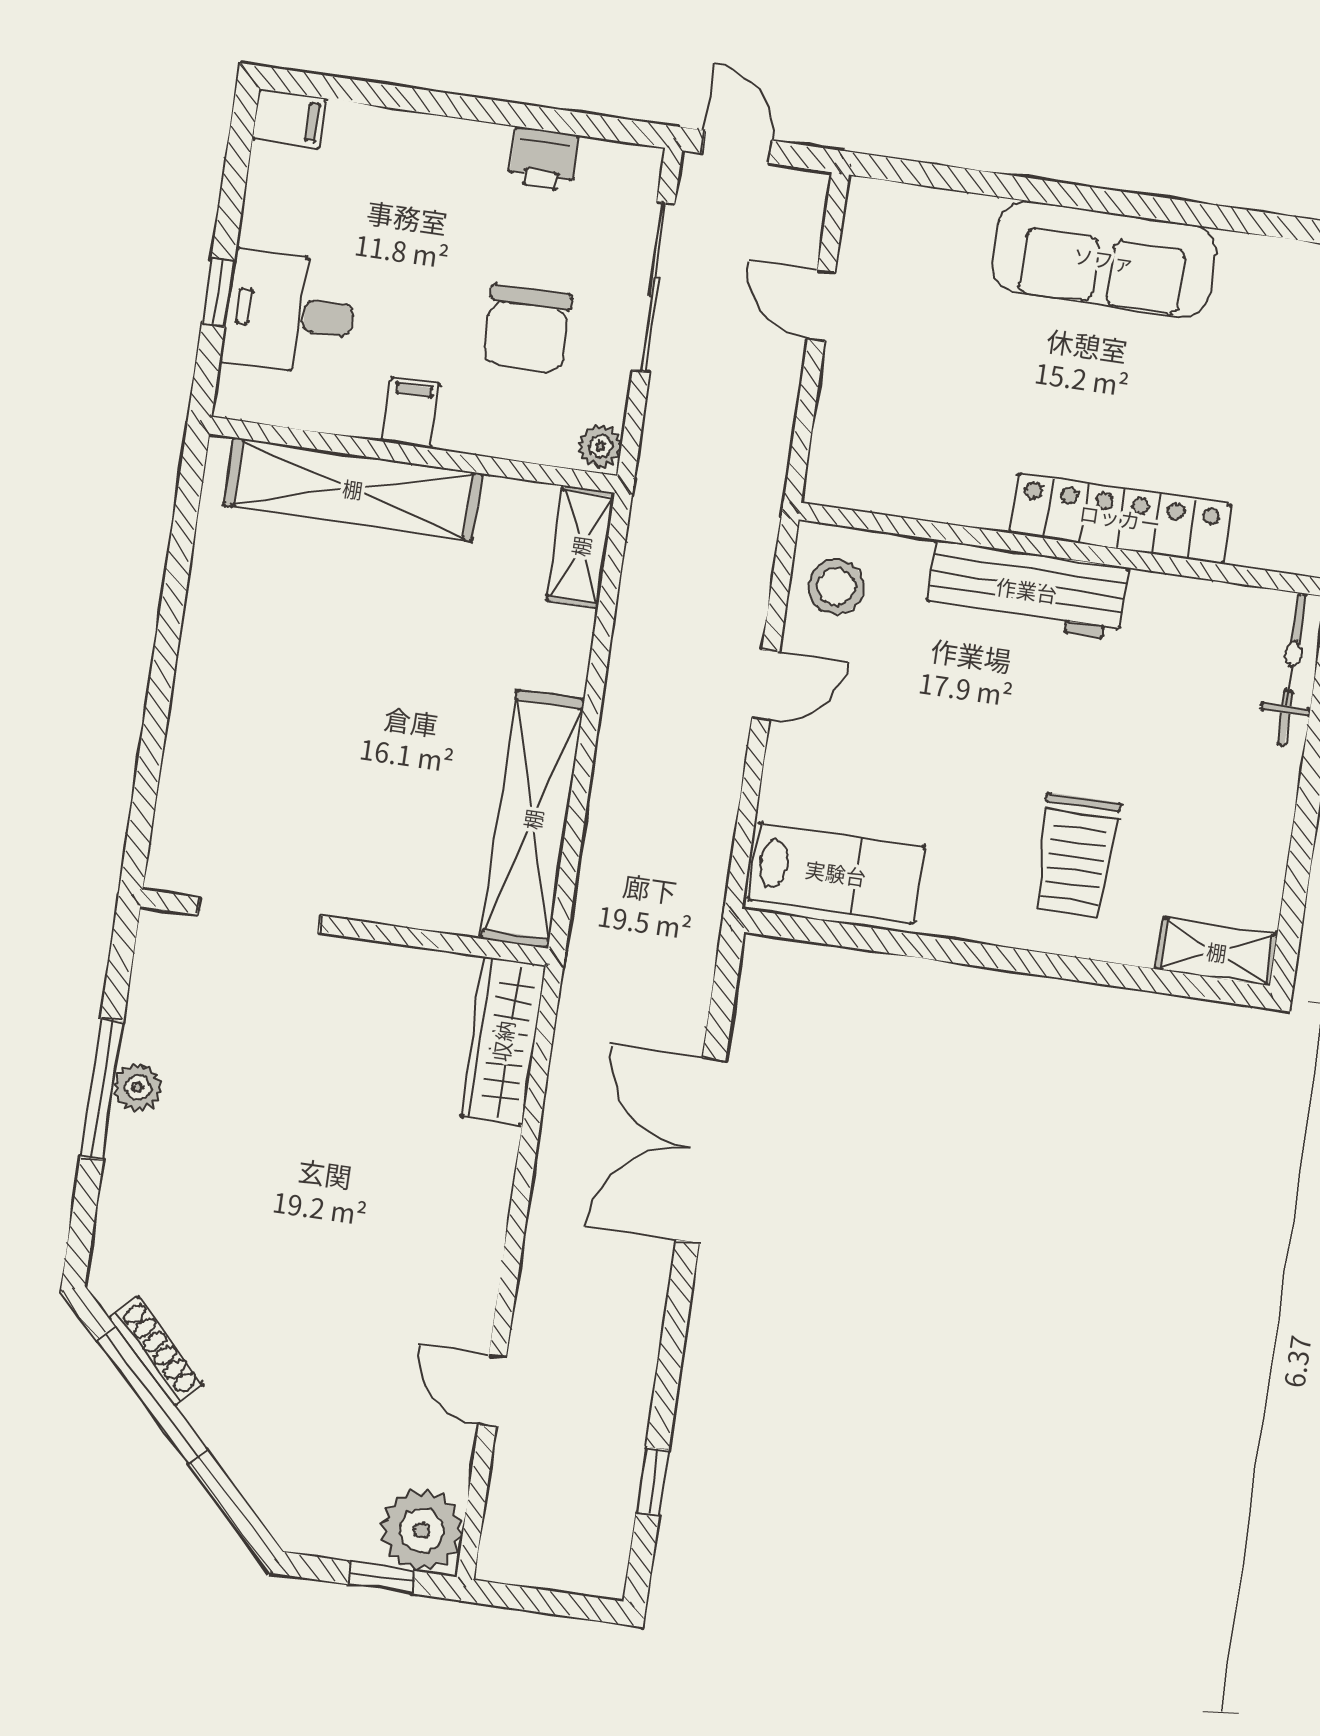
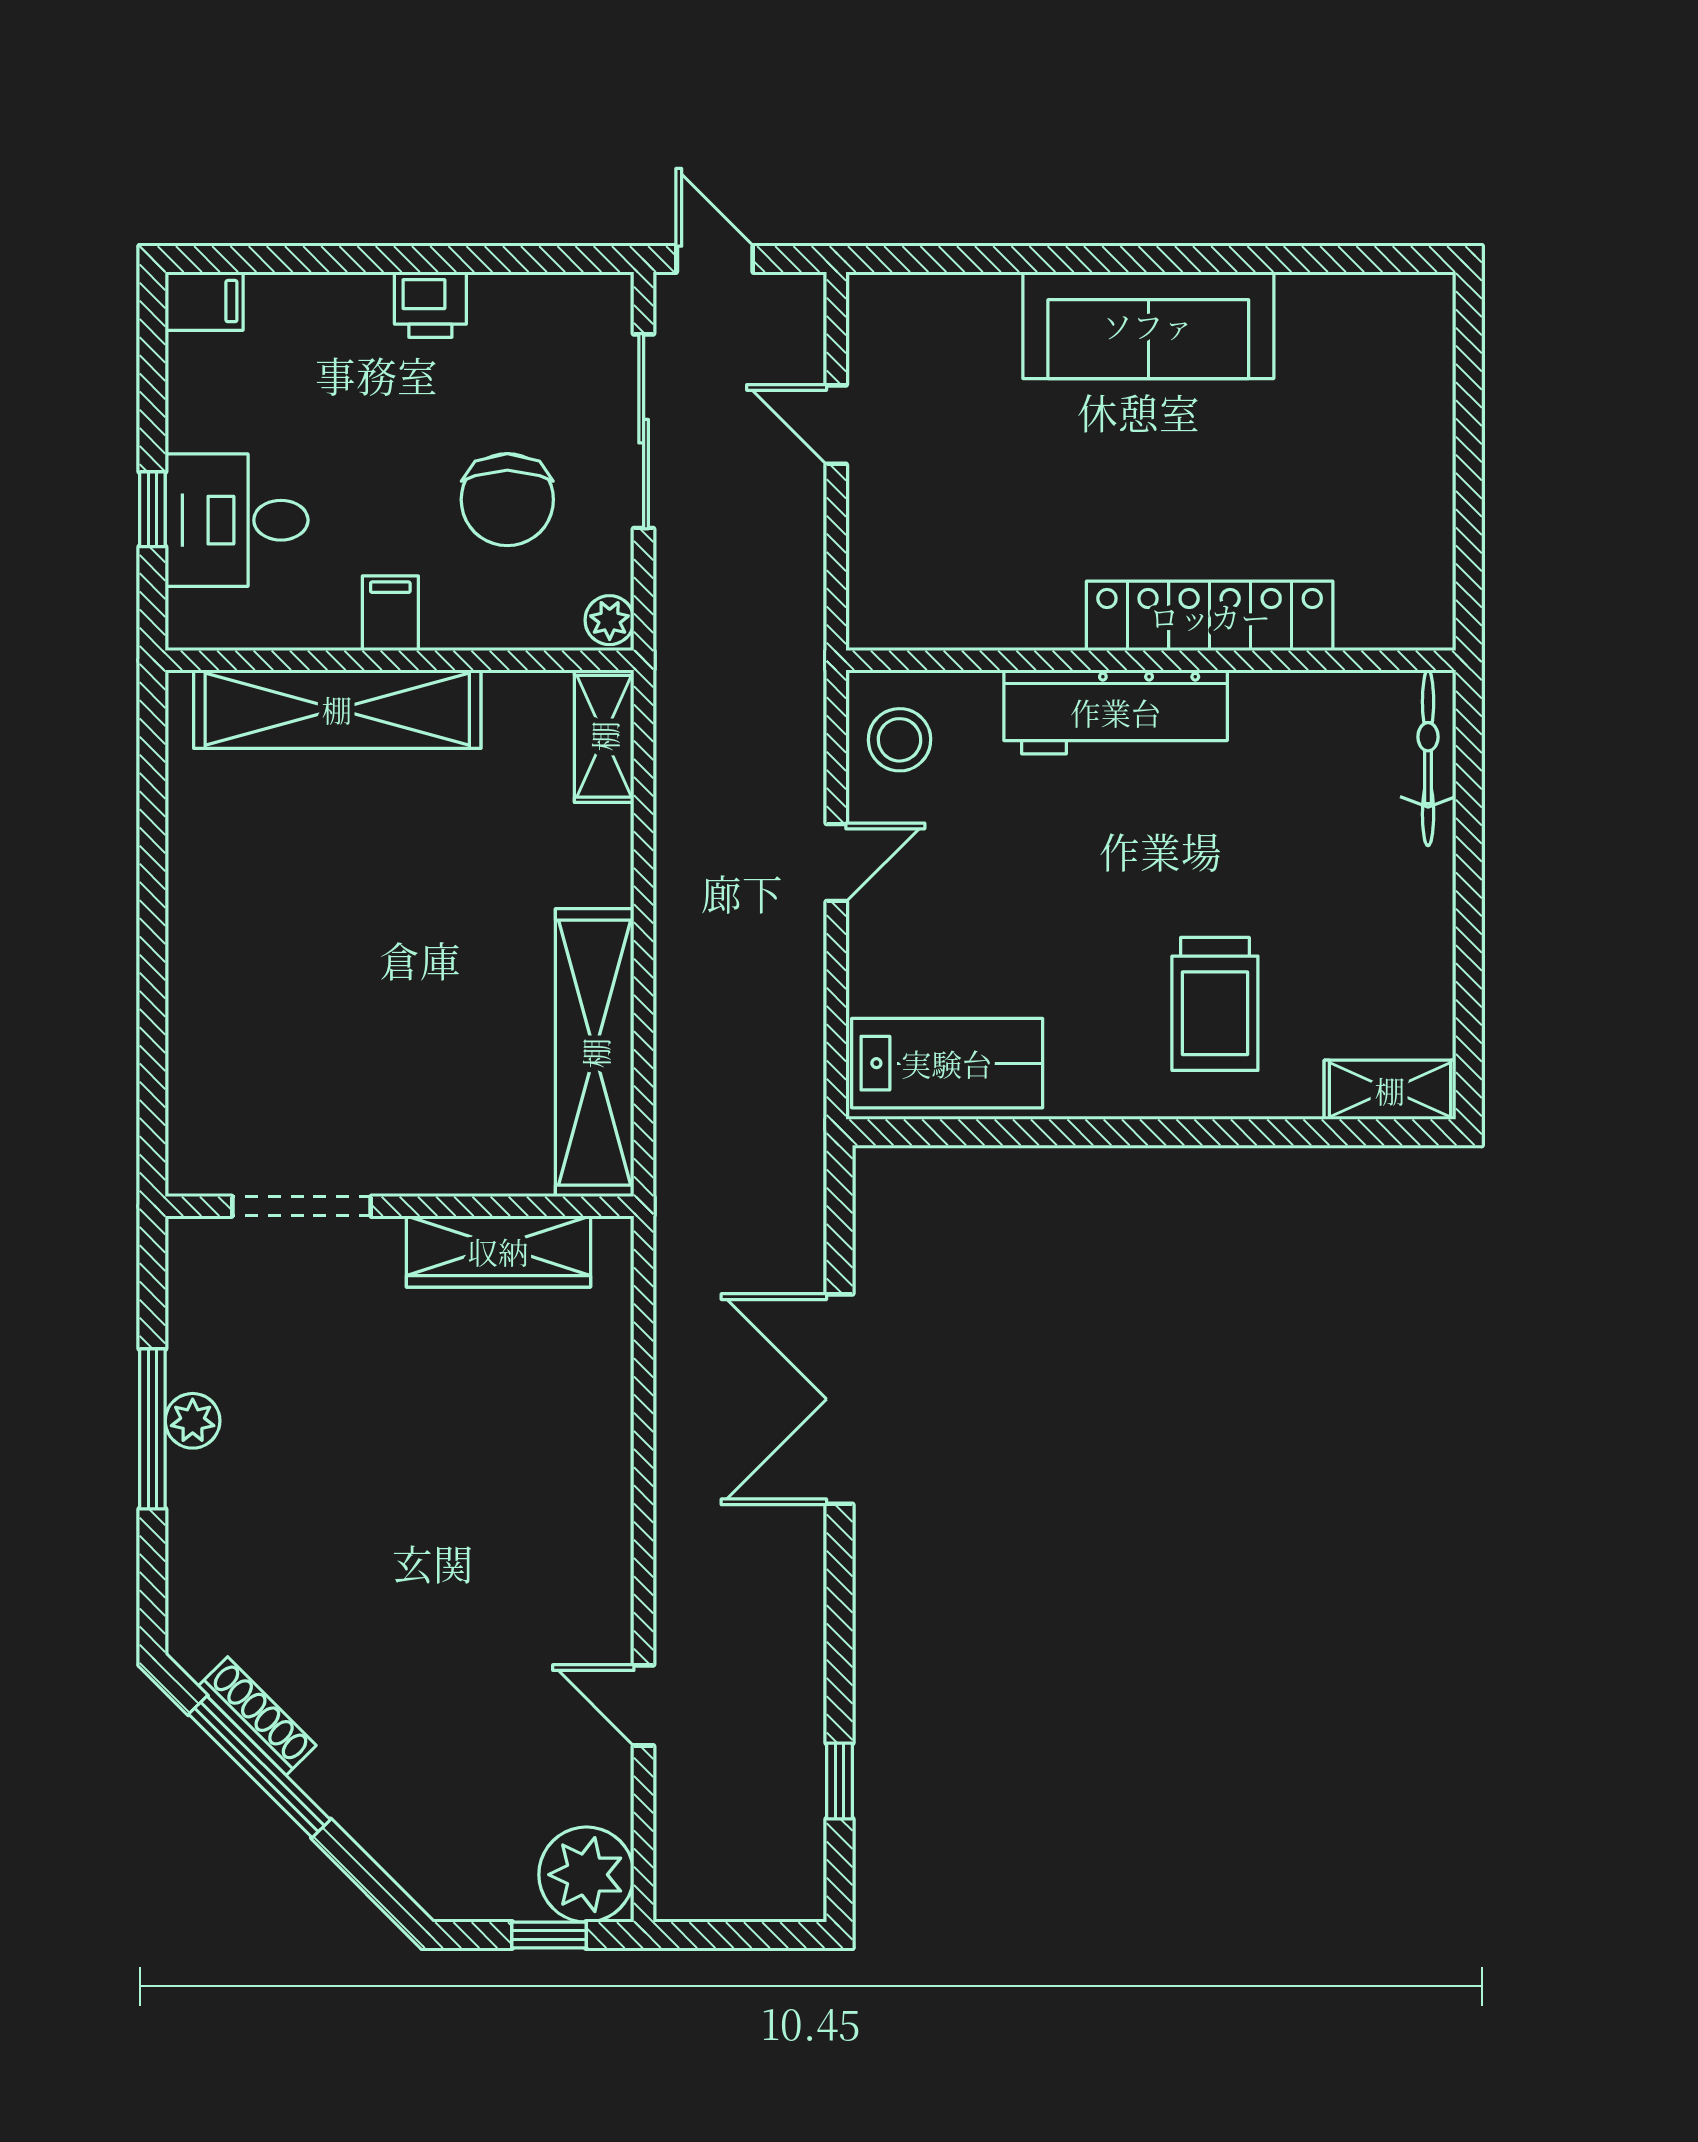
printer: (543, 159) -> (430, 305), moved
wardrobe: (503, 1041) -> (498, 1251), moved, turned -90

